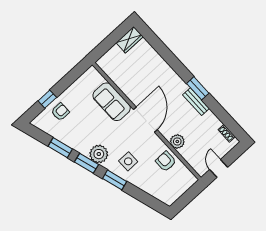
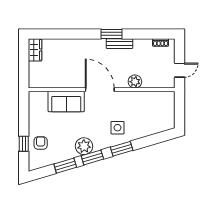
plant: (99, 154) -> (84, 146), moved
armchair: (166, 161) -> (141, 102), removed
door: (219, 168) -> (179, 70), swing flipped

